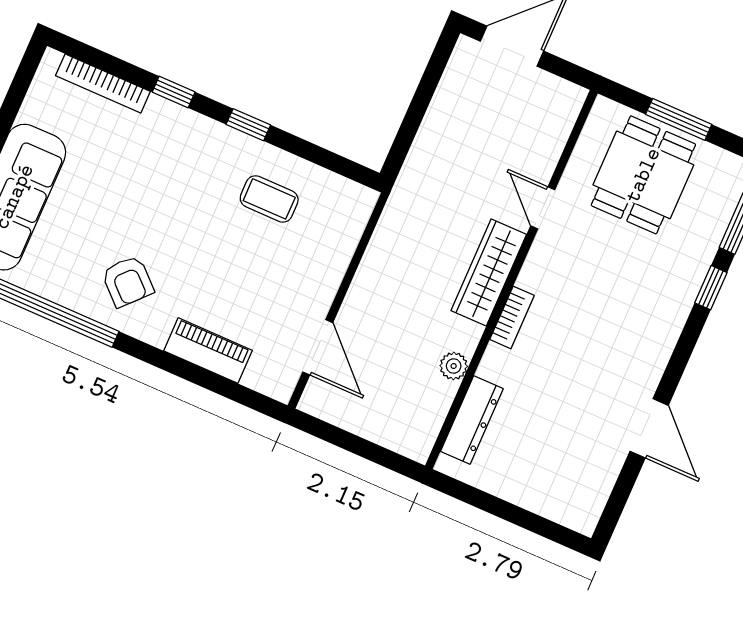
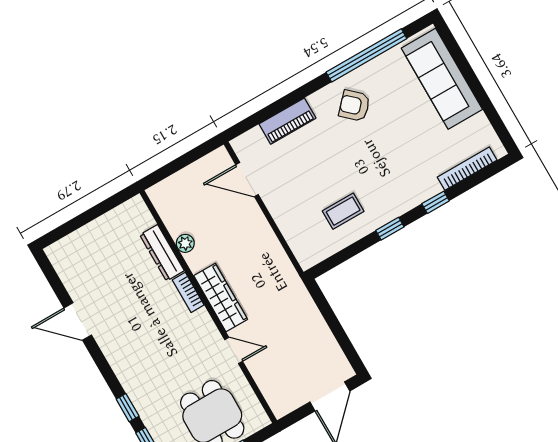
dresser: (472, 420) -> (162, 253), moved

